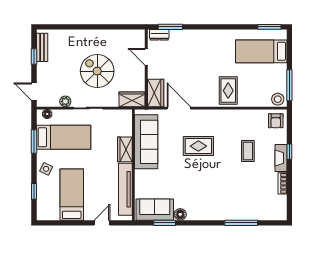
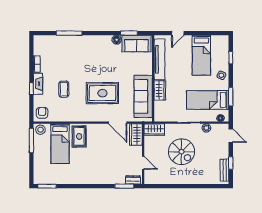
bed: (261, 51) -> (60, 144), moved, turned 90
rug: (198, 146) -> (102, 93), width x1.36, depth x1.43

